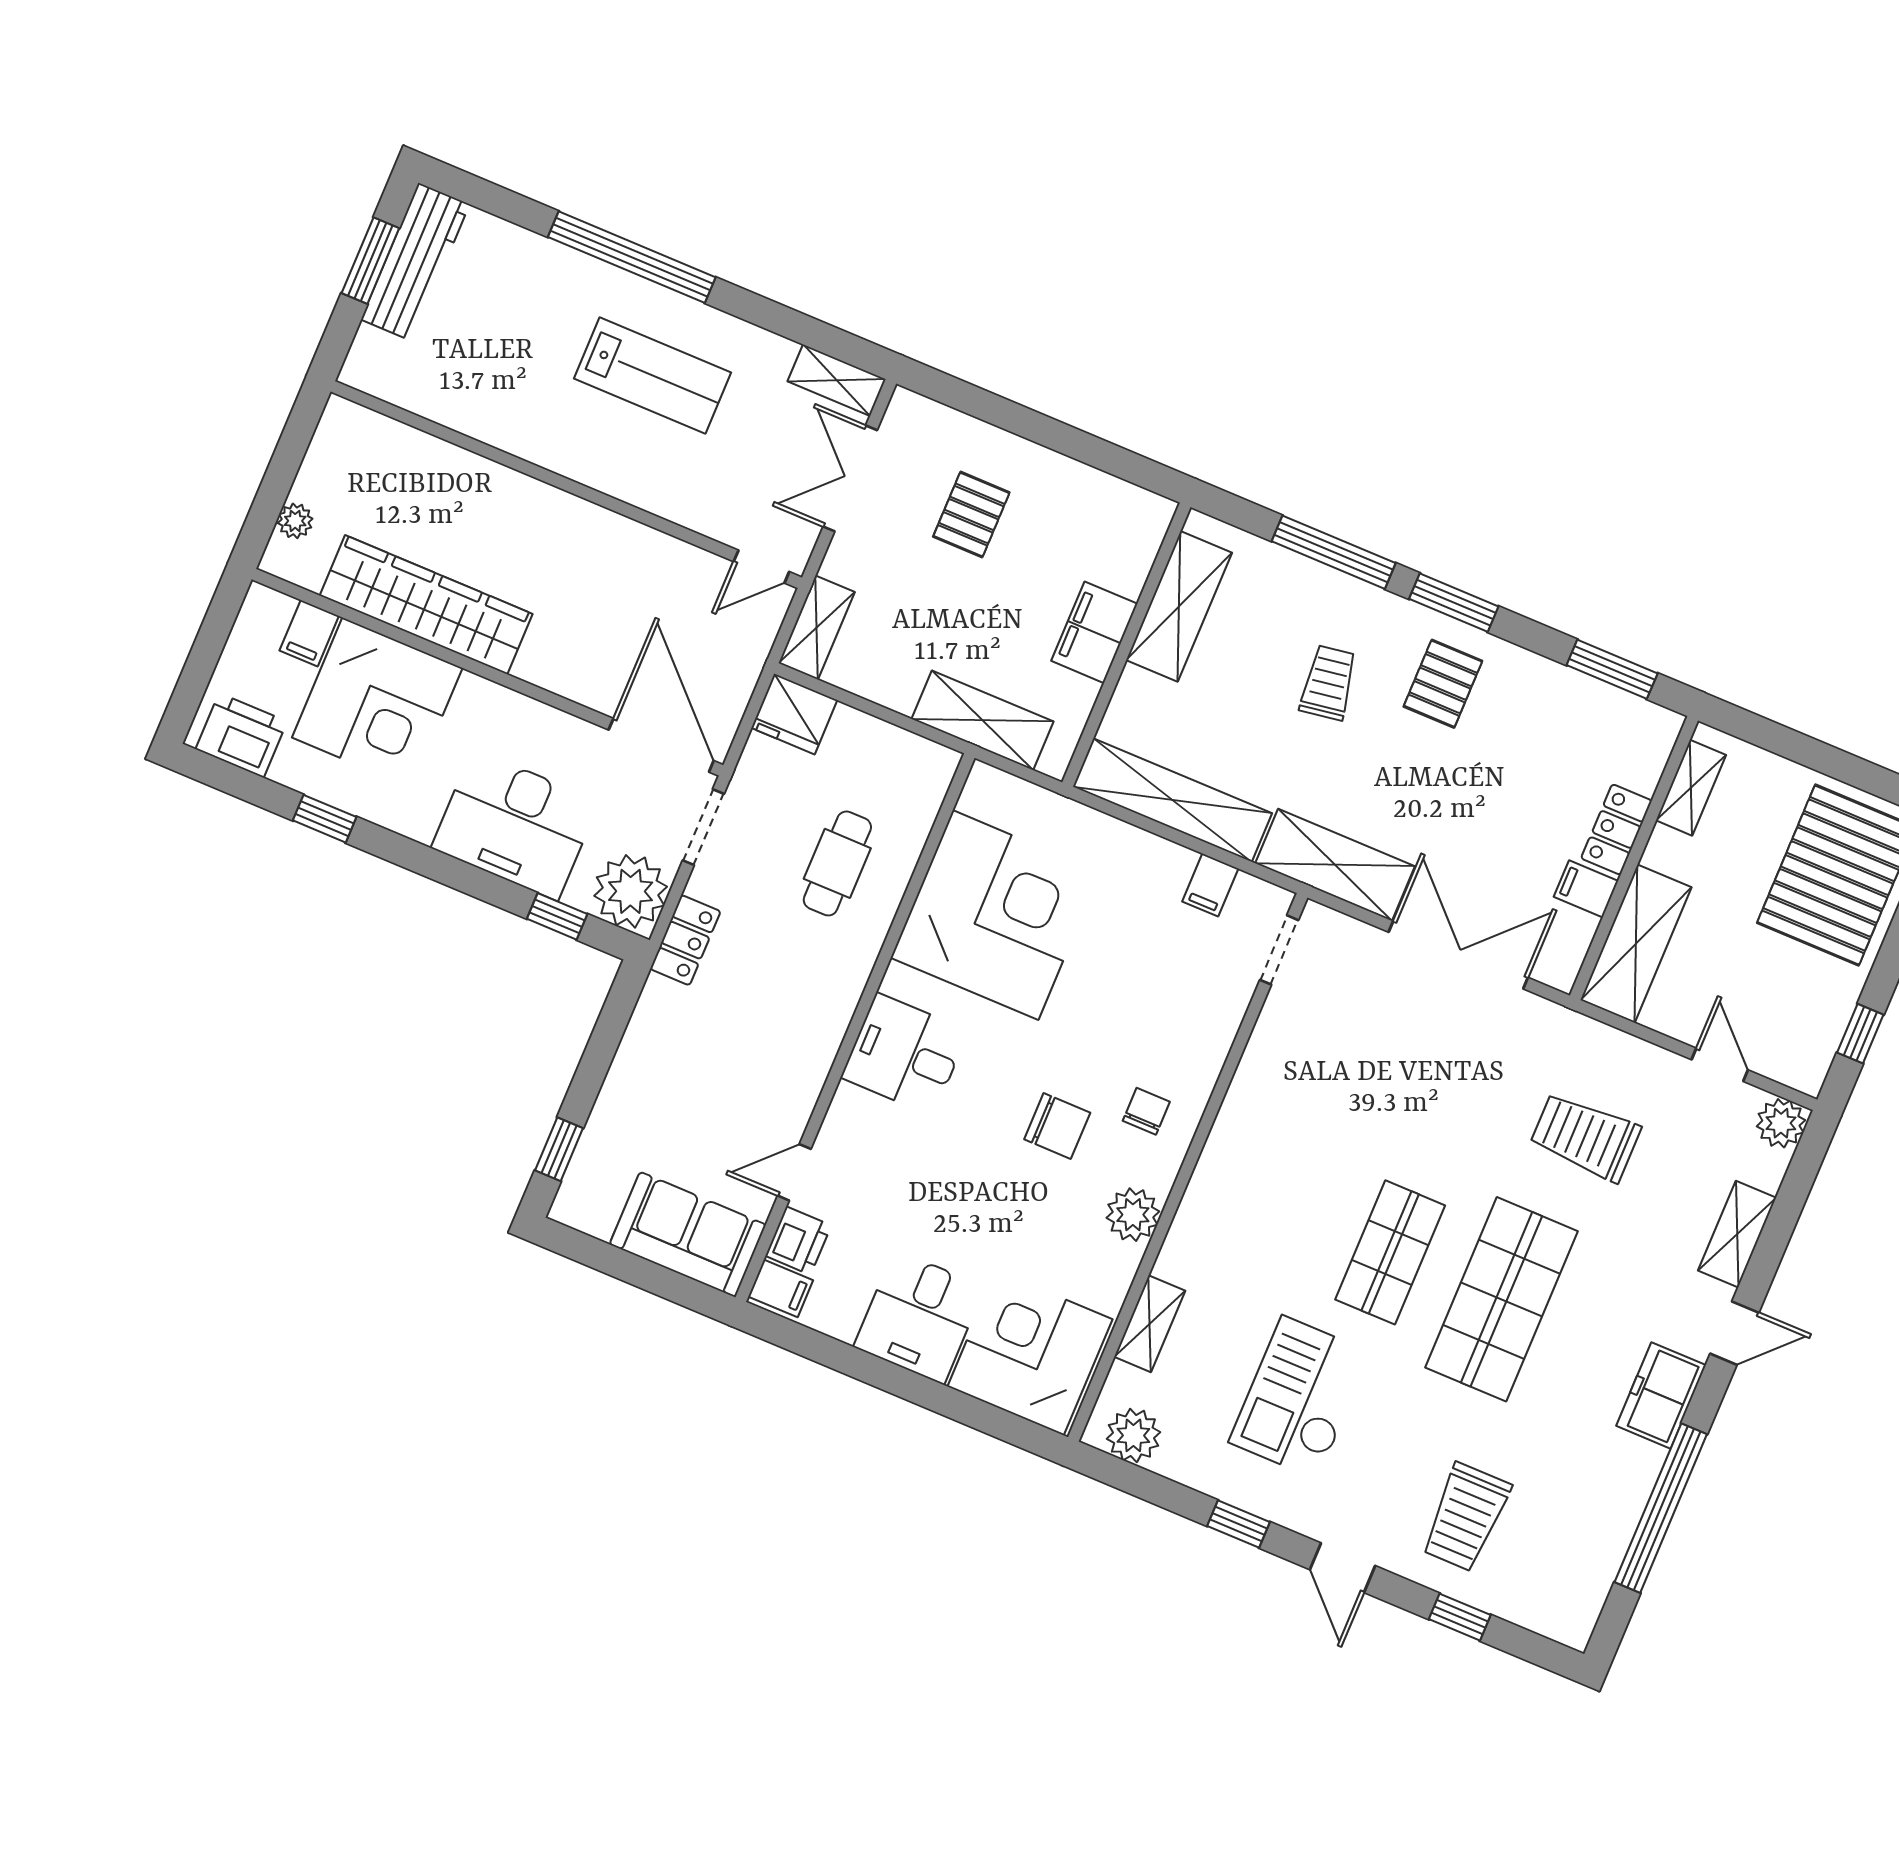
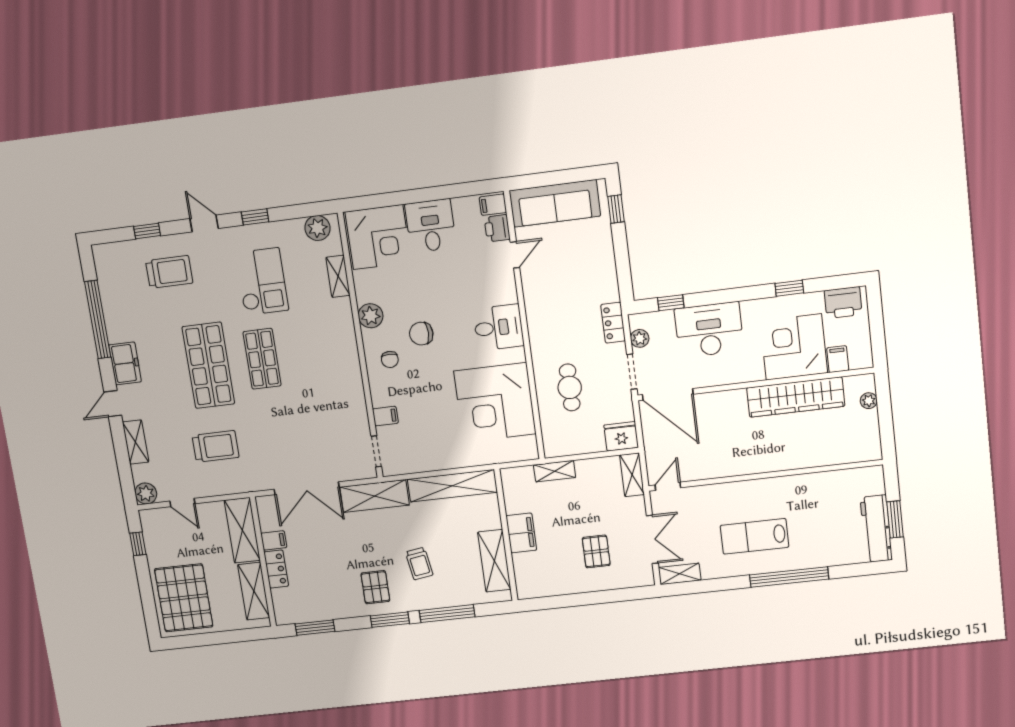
shelving: (983, 720) -> (555, 471), width x0.67, depth x0.75
shelving: (1691, 788) -> (254, 591), width x1.50, depth x1.33
filing cabinet: (1210, 885) -> (385, 416), moved, turned 90
plant: (631, 891) -> (640, 338), width x0.53, depth x0.53
sofa: (688, 1234) -> (555, 203), width x1.36
trolley: (1466, 1517) -> (169, 272), turned 90

